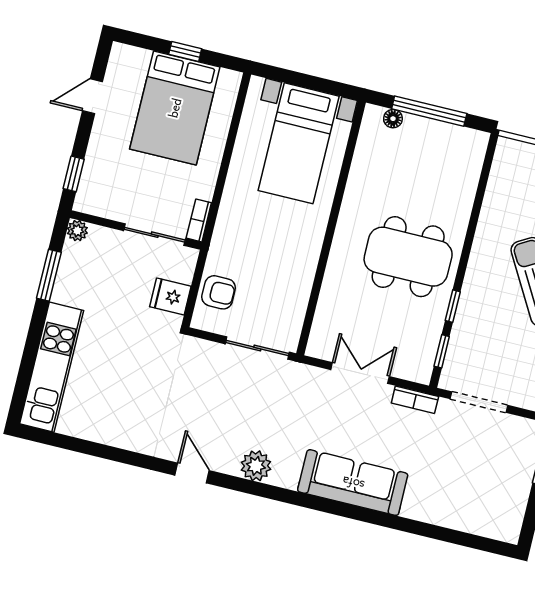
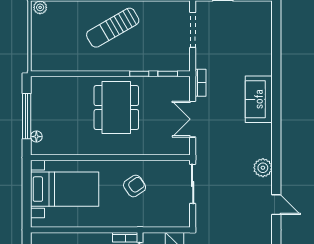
armchair: (219, 292) -> (135, 186), moved, turned 56
doorway: (479, 402) -> (193, 30), moved
door: (192, 473) -> (276, 205), swing flipped
sofa: (353, 483) -> (259, 99), width x0.73

